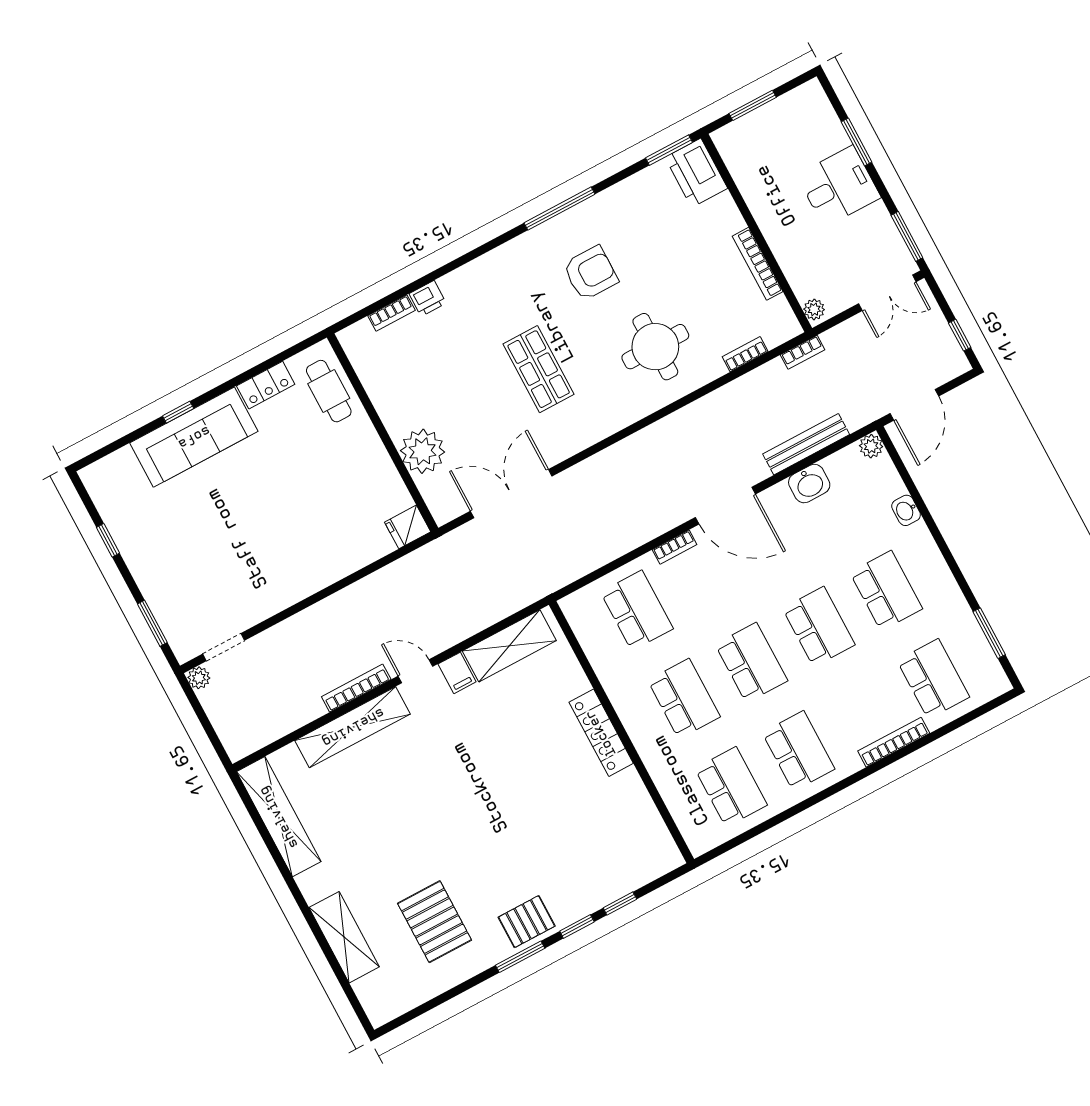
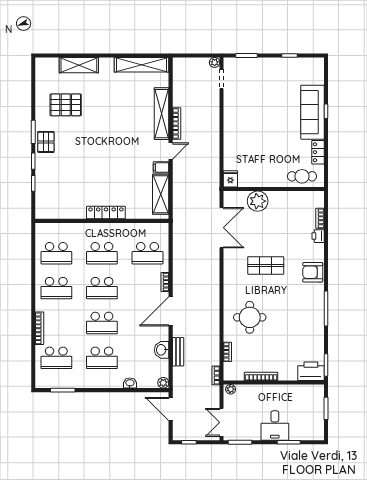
armchair: (590, 273) -> (313, 272), moved, turned 90
bench: (806, 444) -> (178, 352), width x0.73

